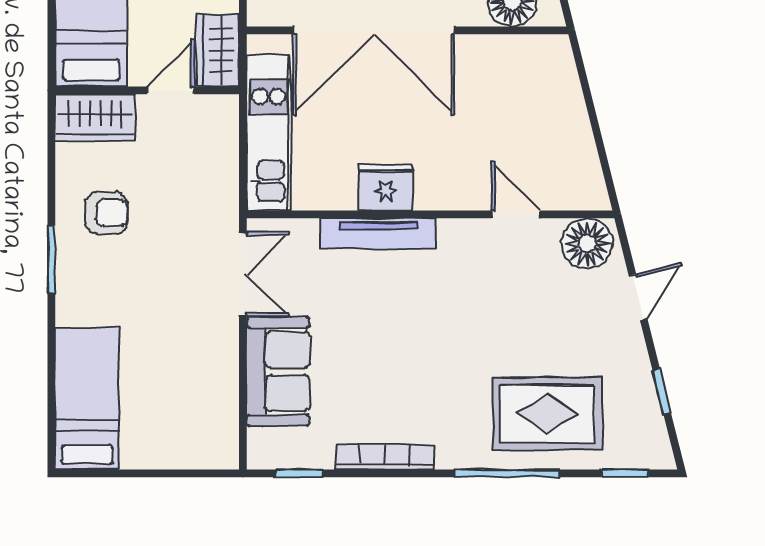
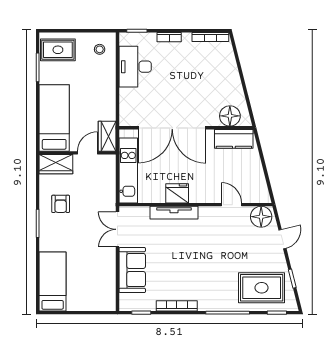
kitchen counter: (522, 57) -> (234, 139), added
armchair: (106, 213) -> (61, 204), turned 90
double door: (243, 274) -> (118, 229), swing flipped
rug: (547, 414) -> (262, 288), moved

